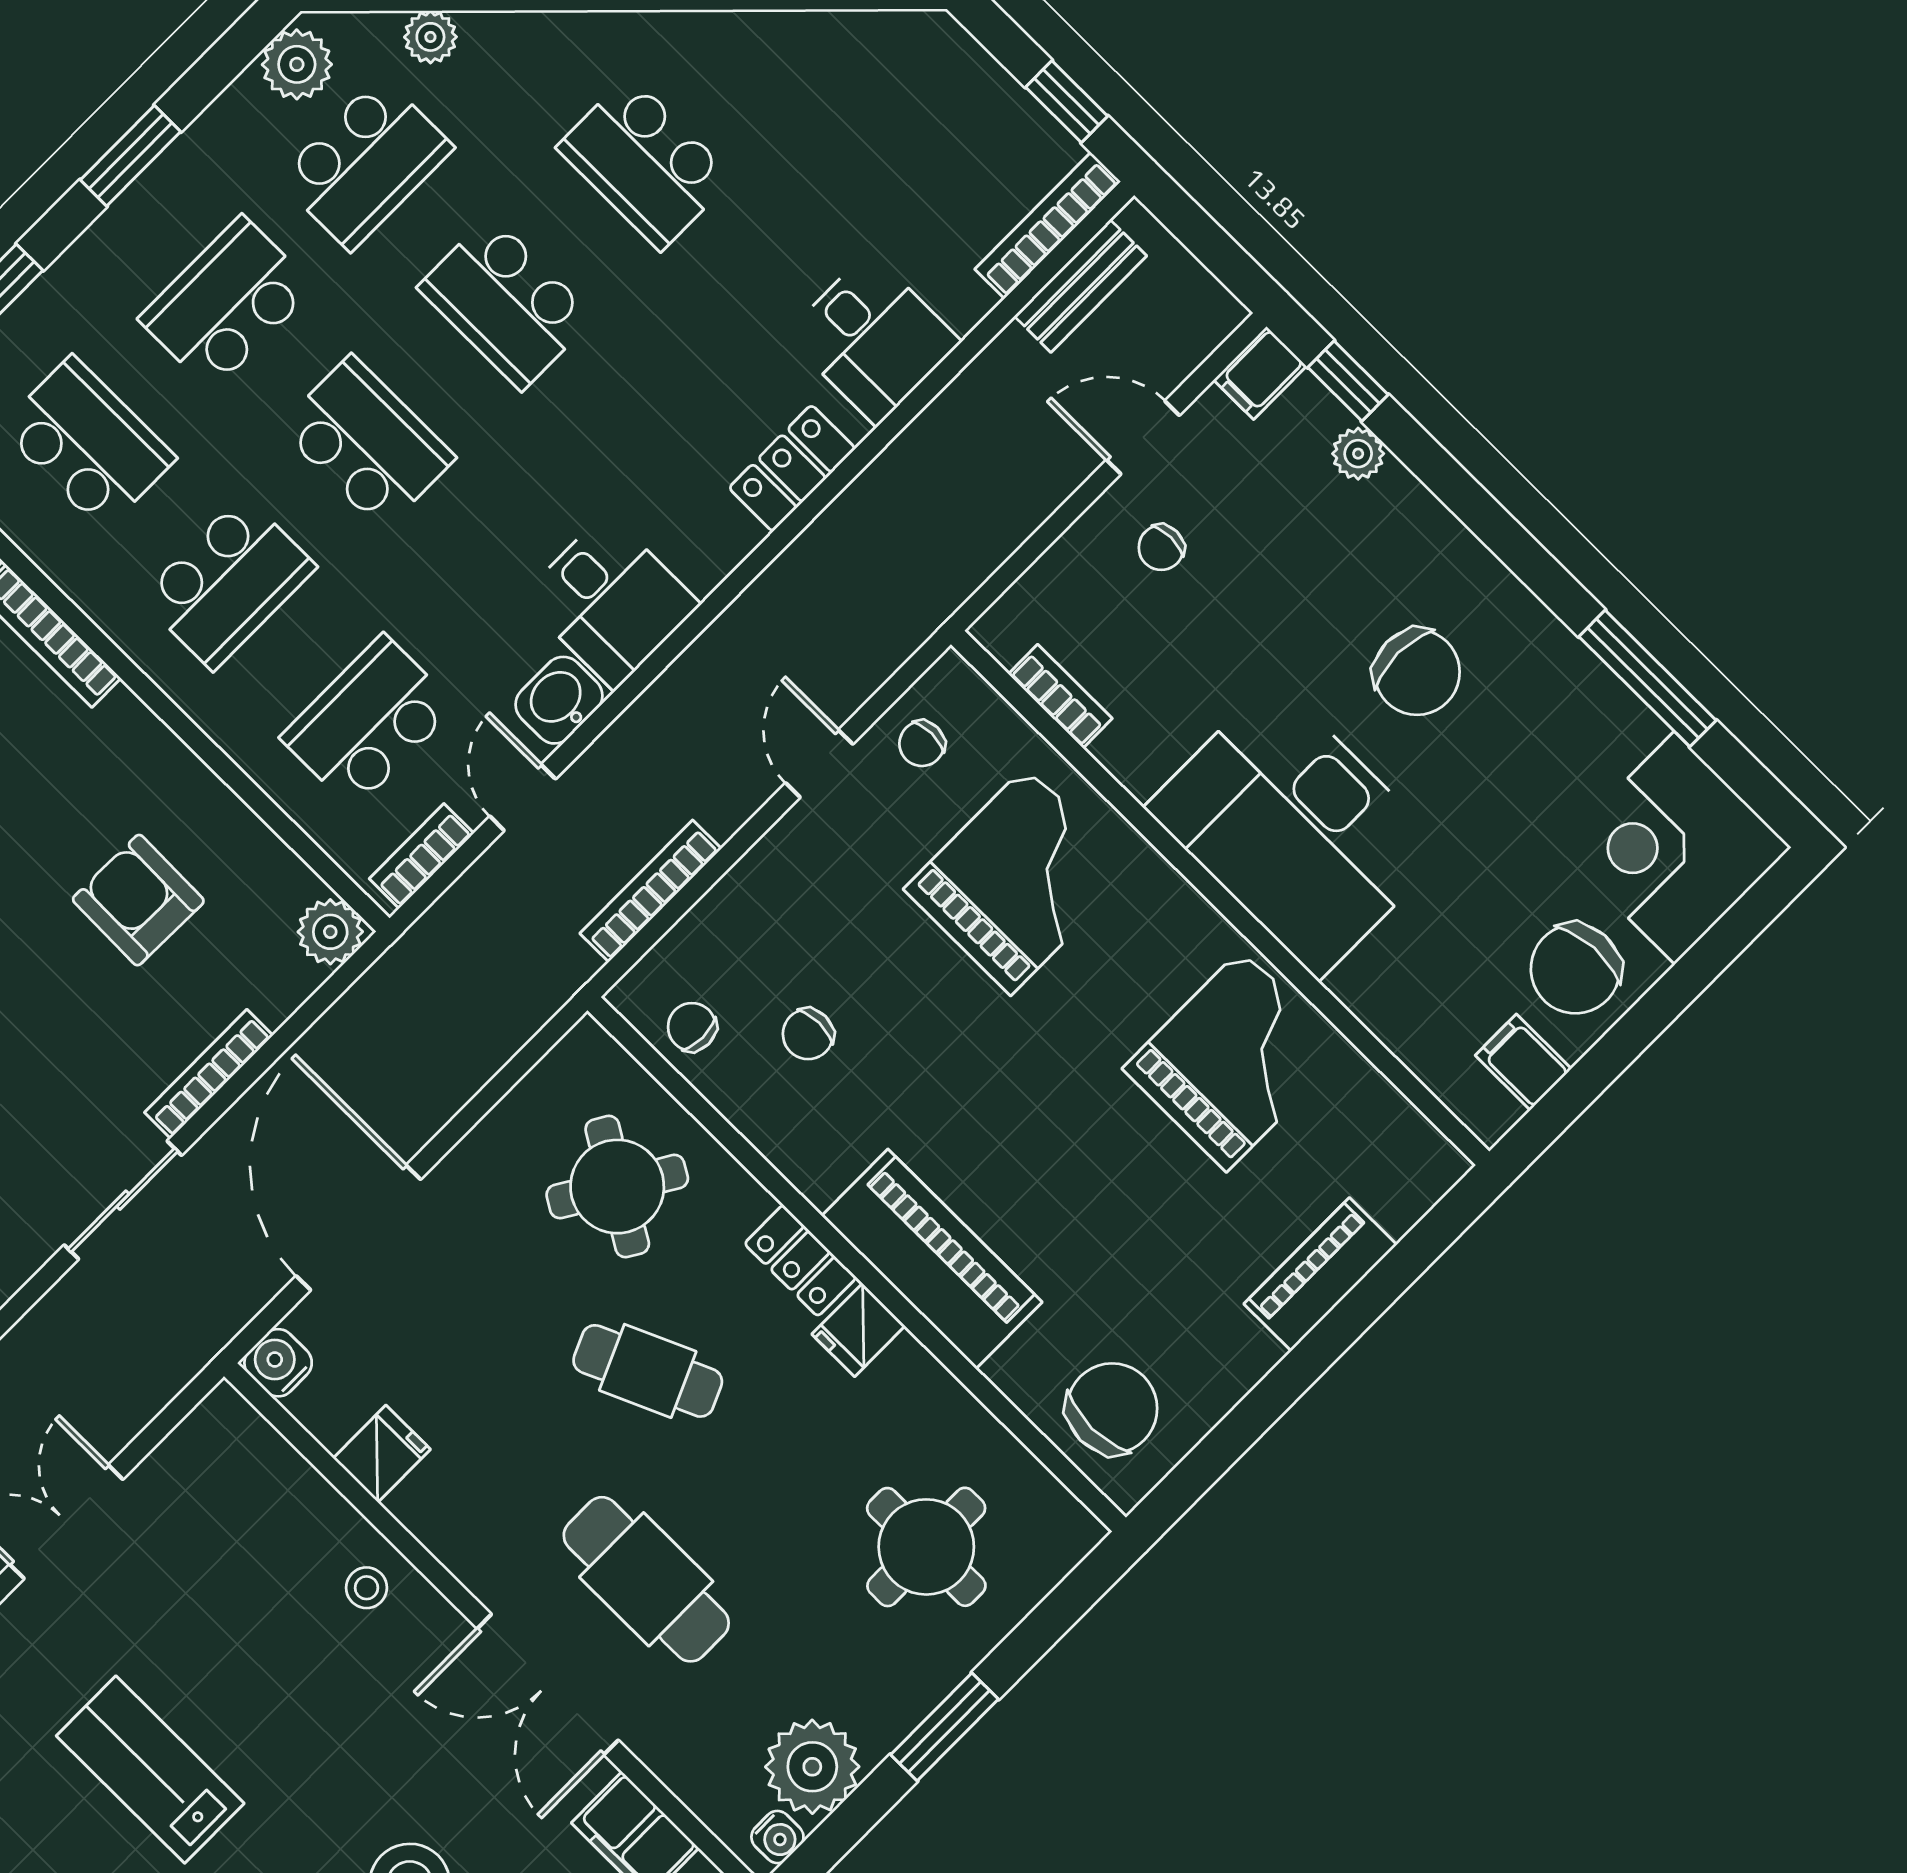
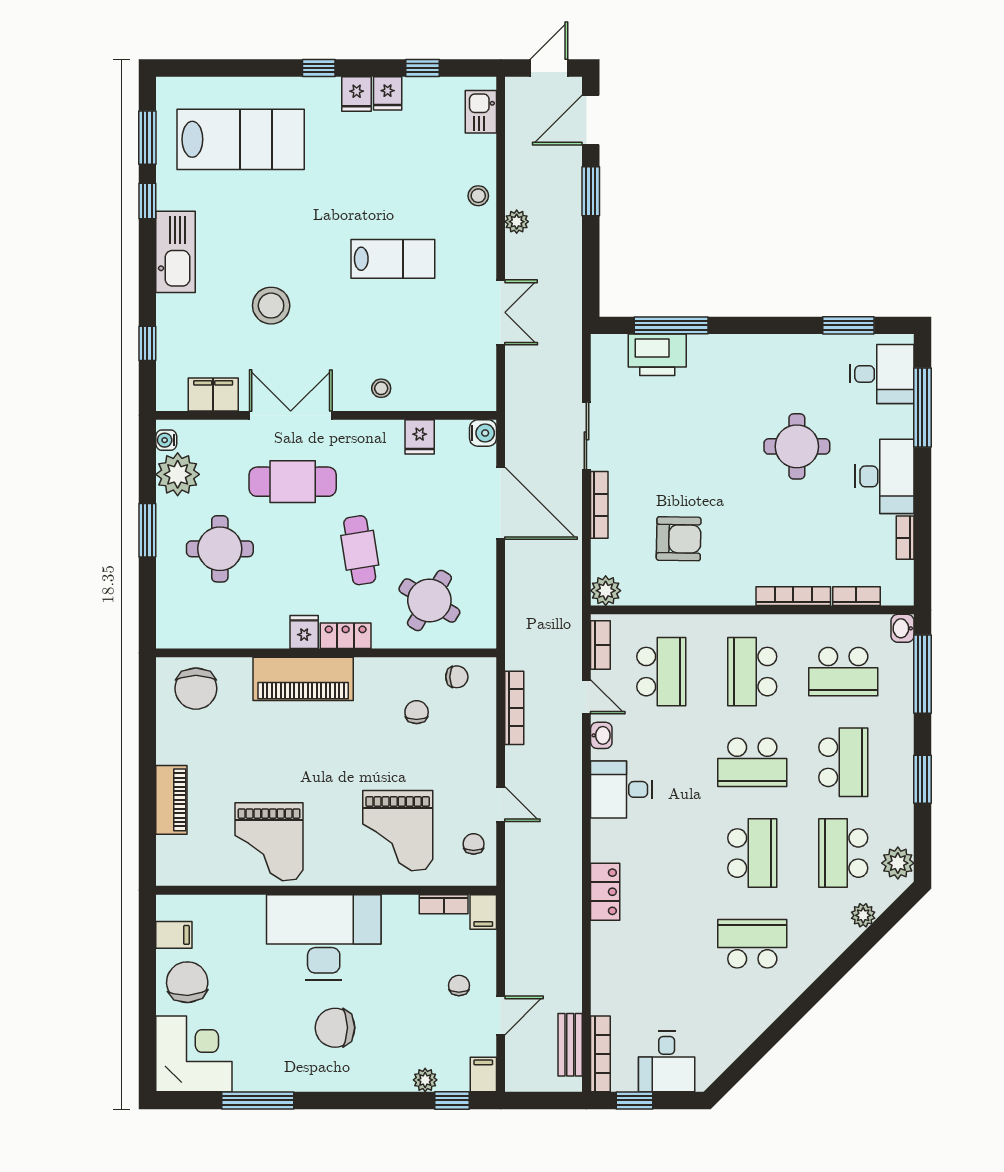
school desk: (506, 303) -> (752, 853), turned 90
desk: (873, 338) -> (667, 1062), moved, turned -90
filing cabinet: (1011, 624) -> (483, 912), added
washbasin: (559, 700) -> (601, 735), width x0.72, depth x0.69
cafe table: (648, 1371) -> (360, 550), turned -75
round table: (926, 1547) -> (220, 549), moved

